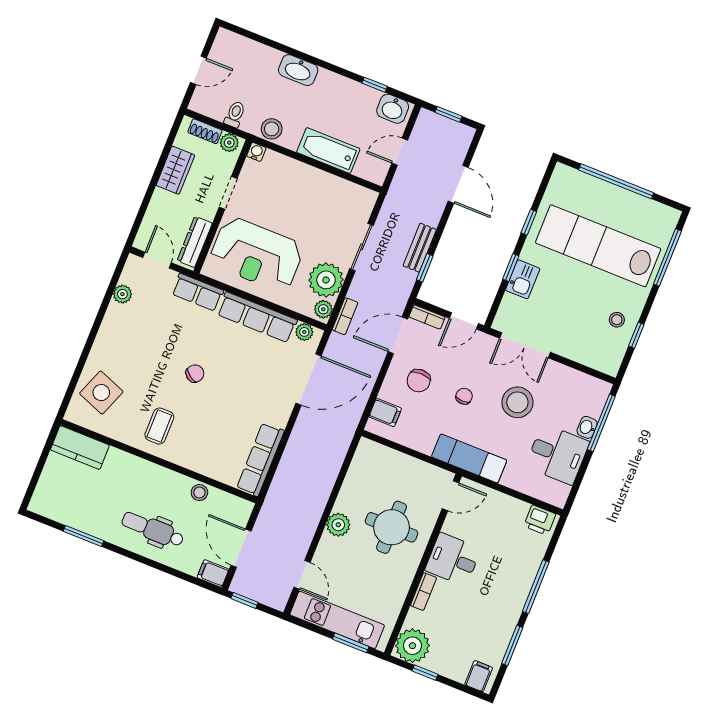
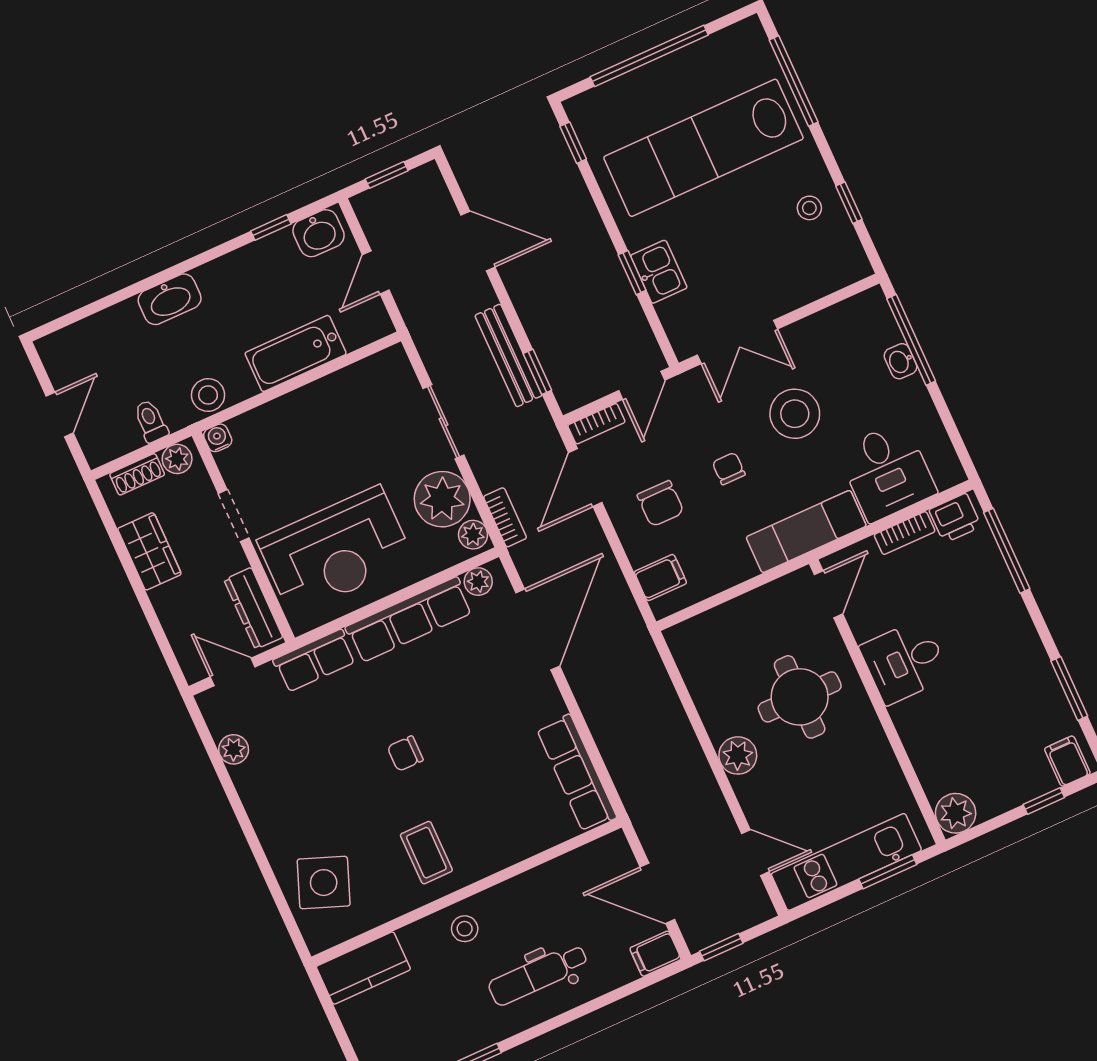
window: (529, 222) -> (573, 143), moved
bench: (420, 248) -> (508, 355), width x1.36
chair: (195, 374) -> (405, 754), turned -125
desk: (557, 454) -> (887, 472), moved, turned 90
stool: (199, 493) -> (465, 929), moved
window: (536, 587) -> (1007, 551), moved
bookcase: (423, 592) -> (905, 533), moved, turned 90
plant: (412, 646) -> (956, 813), width x0.73, depth x0.73
window: (425, 673) -> (1044, 801), moved

